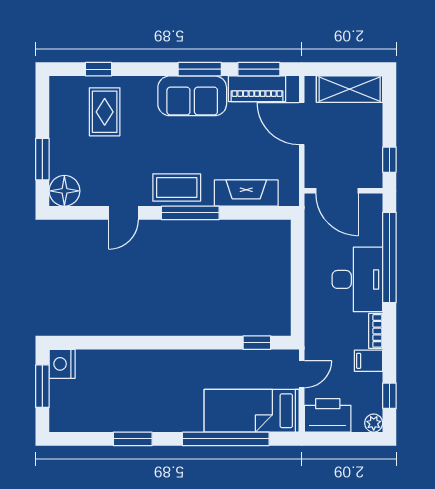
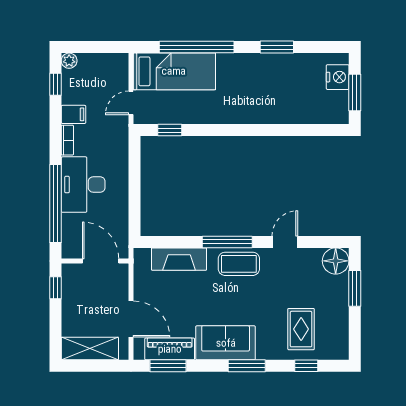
window: (200, 69) -> (247, 366), moved
nightstand: (62, 364) -> (338, 77), moved
printer: (328, 415) -> (109, 67), removed

